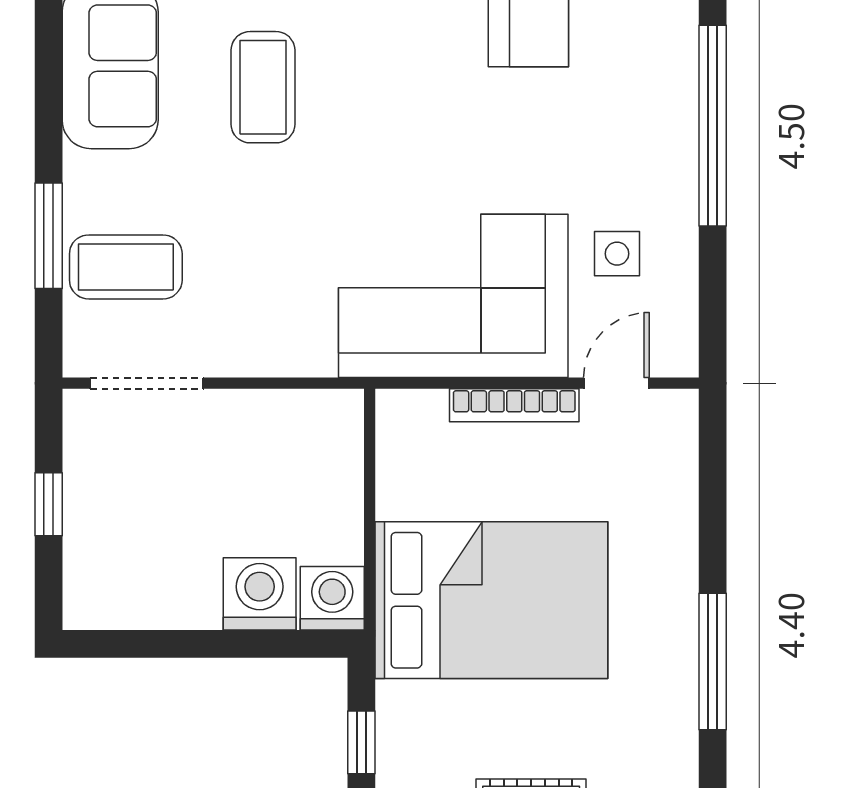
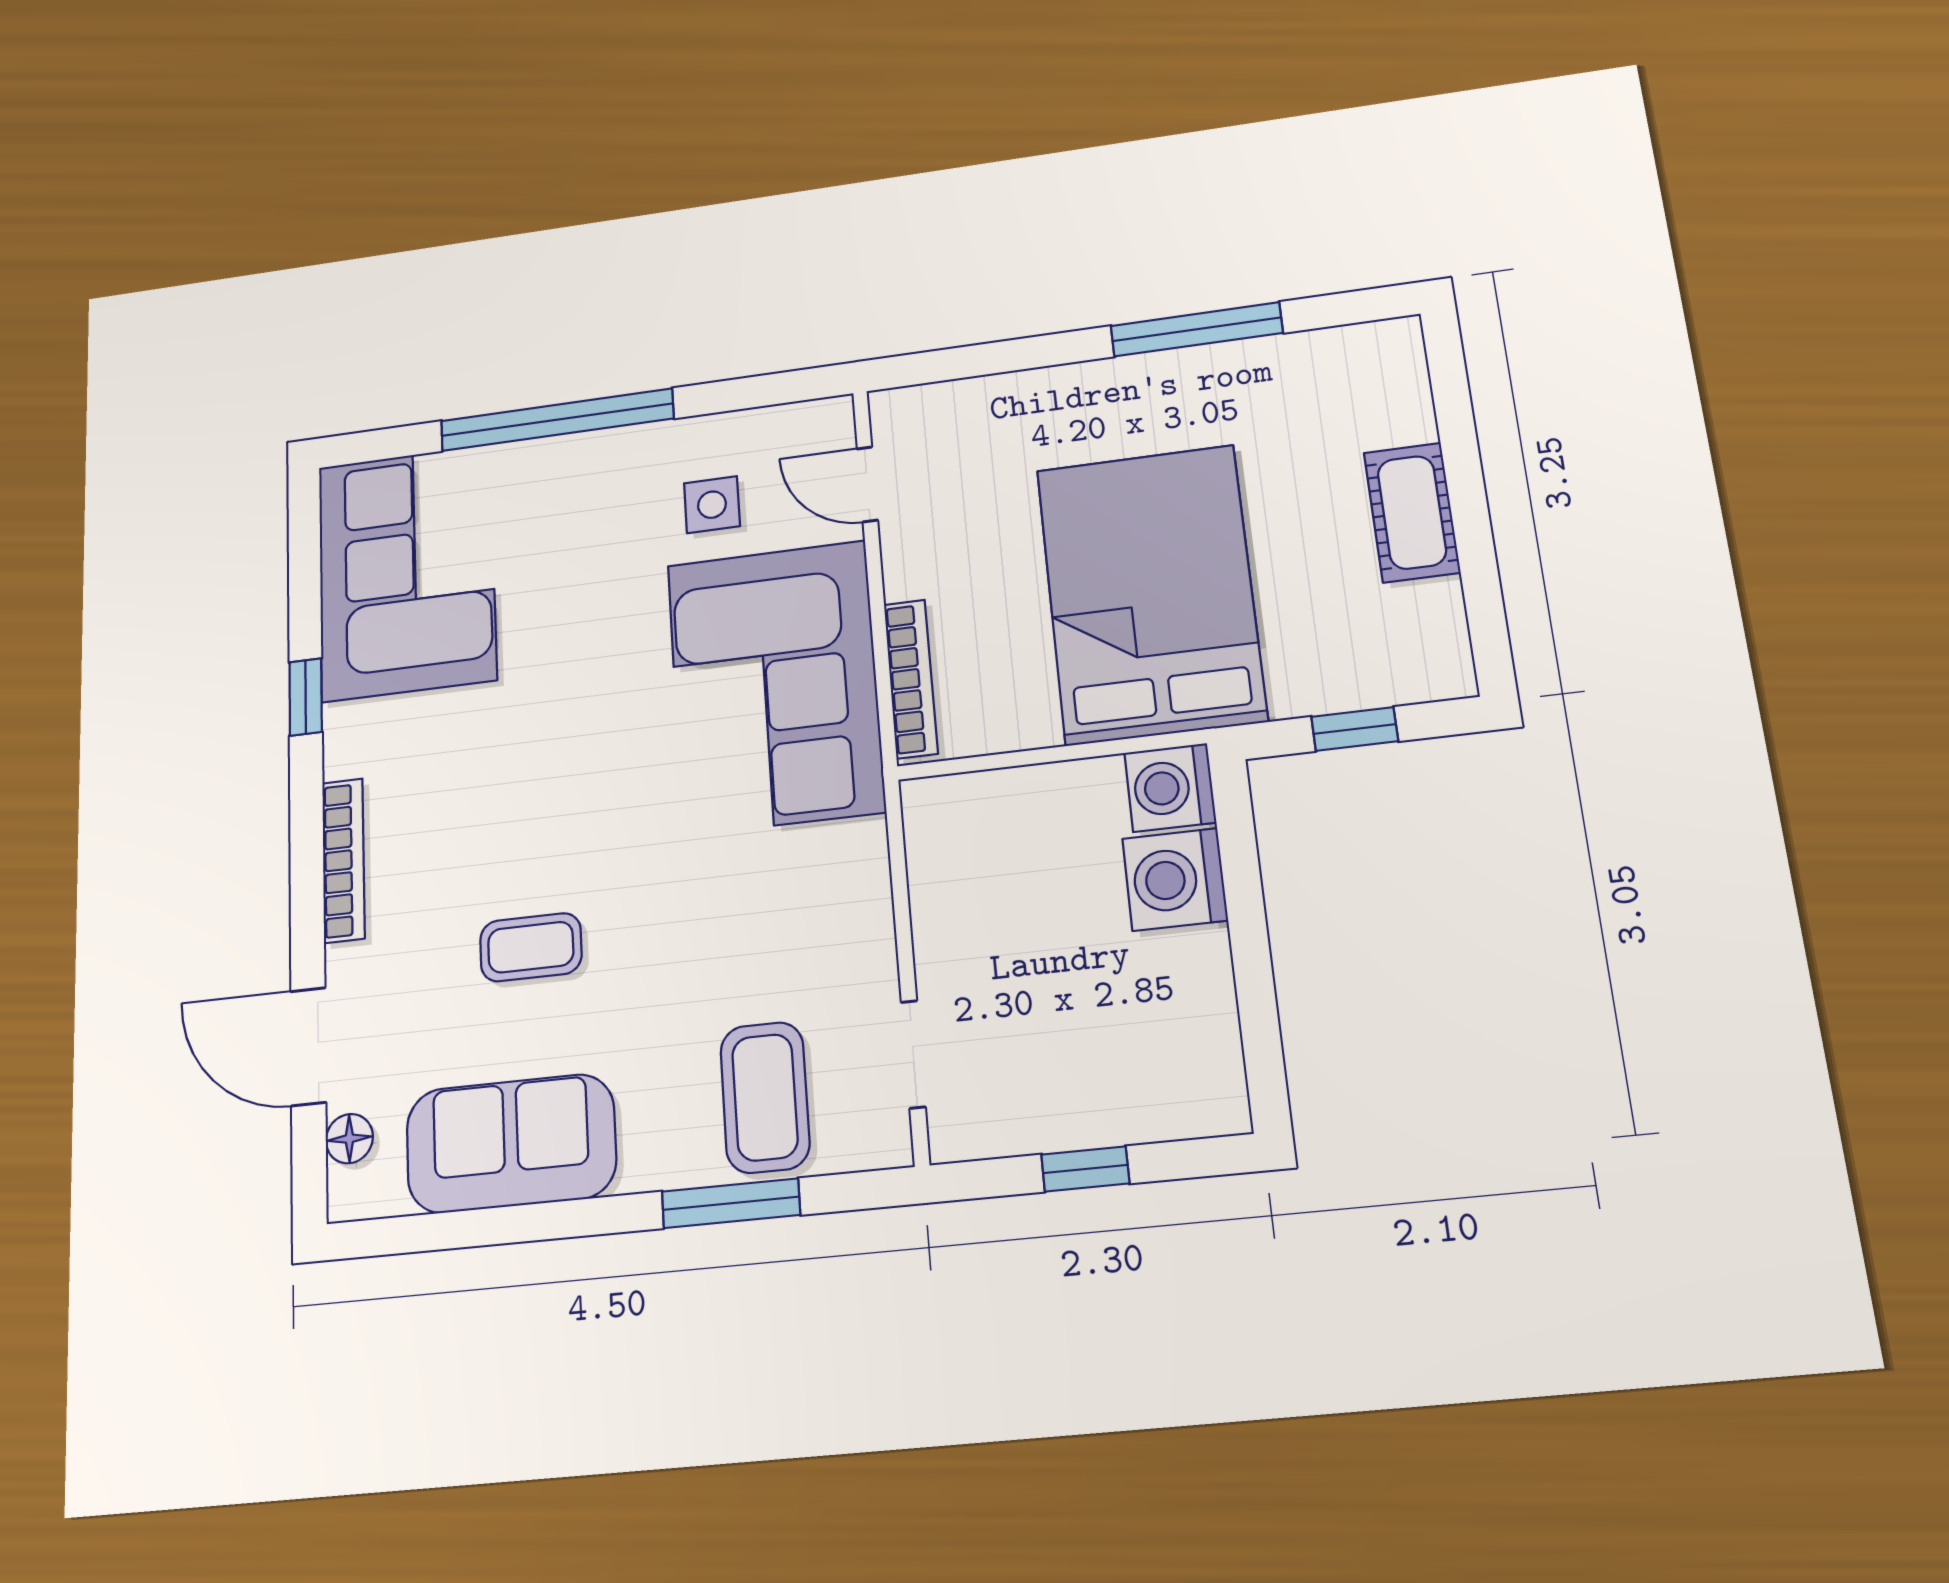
coffee table: (263, 87) -> (531, 947), width x0.73, depth x0.77
doorway: (147, 383) -> (913, 1054), width x0.73
bookcase: (514, 405) -> (911, 679), moved

